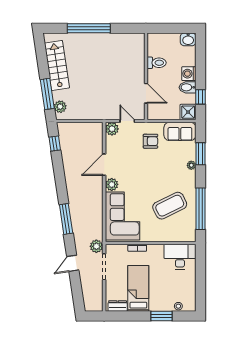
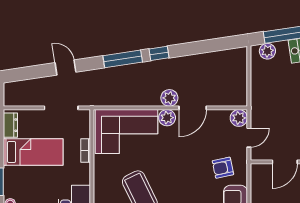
armchair: (151, 141) -> (223, 168), turned 78
window: (55, 144) -> (159, 53), moved
door: (104, 165) -> (193, 108), swing flipped
plant: (96, 246) -> (169, 98), moved

